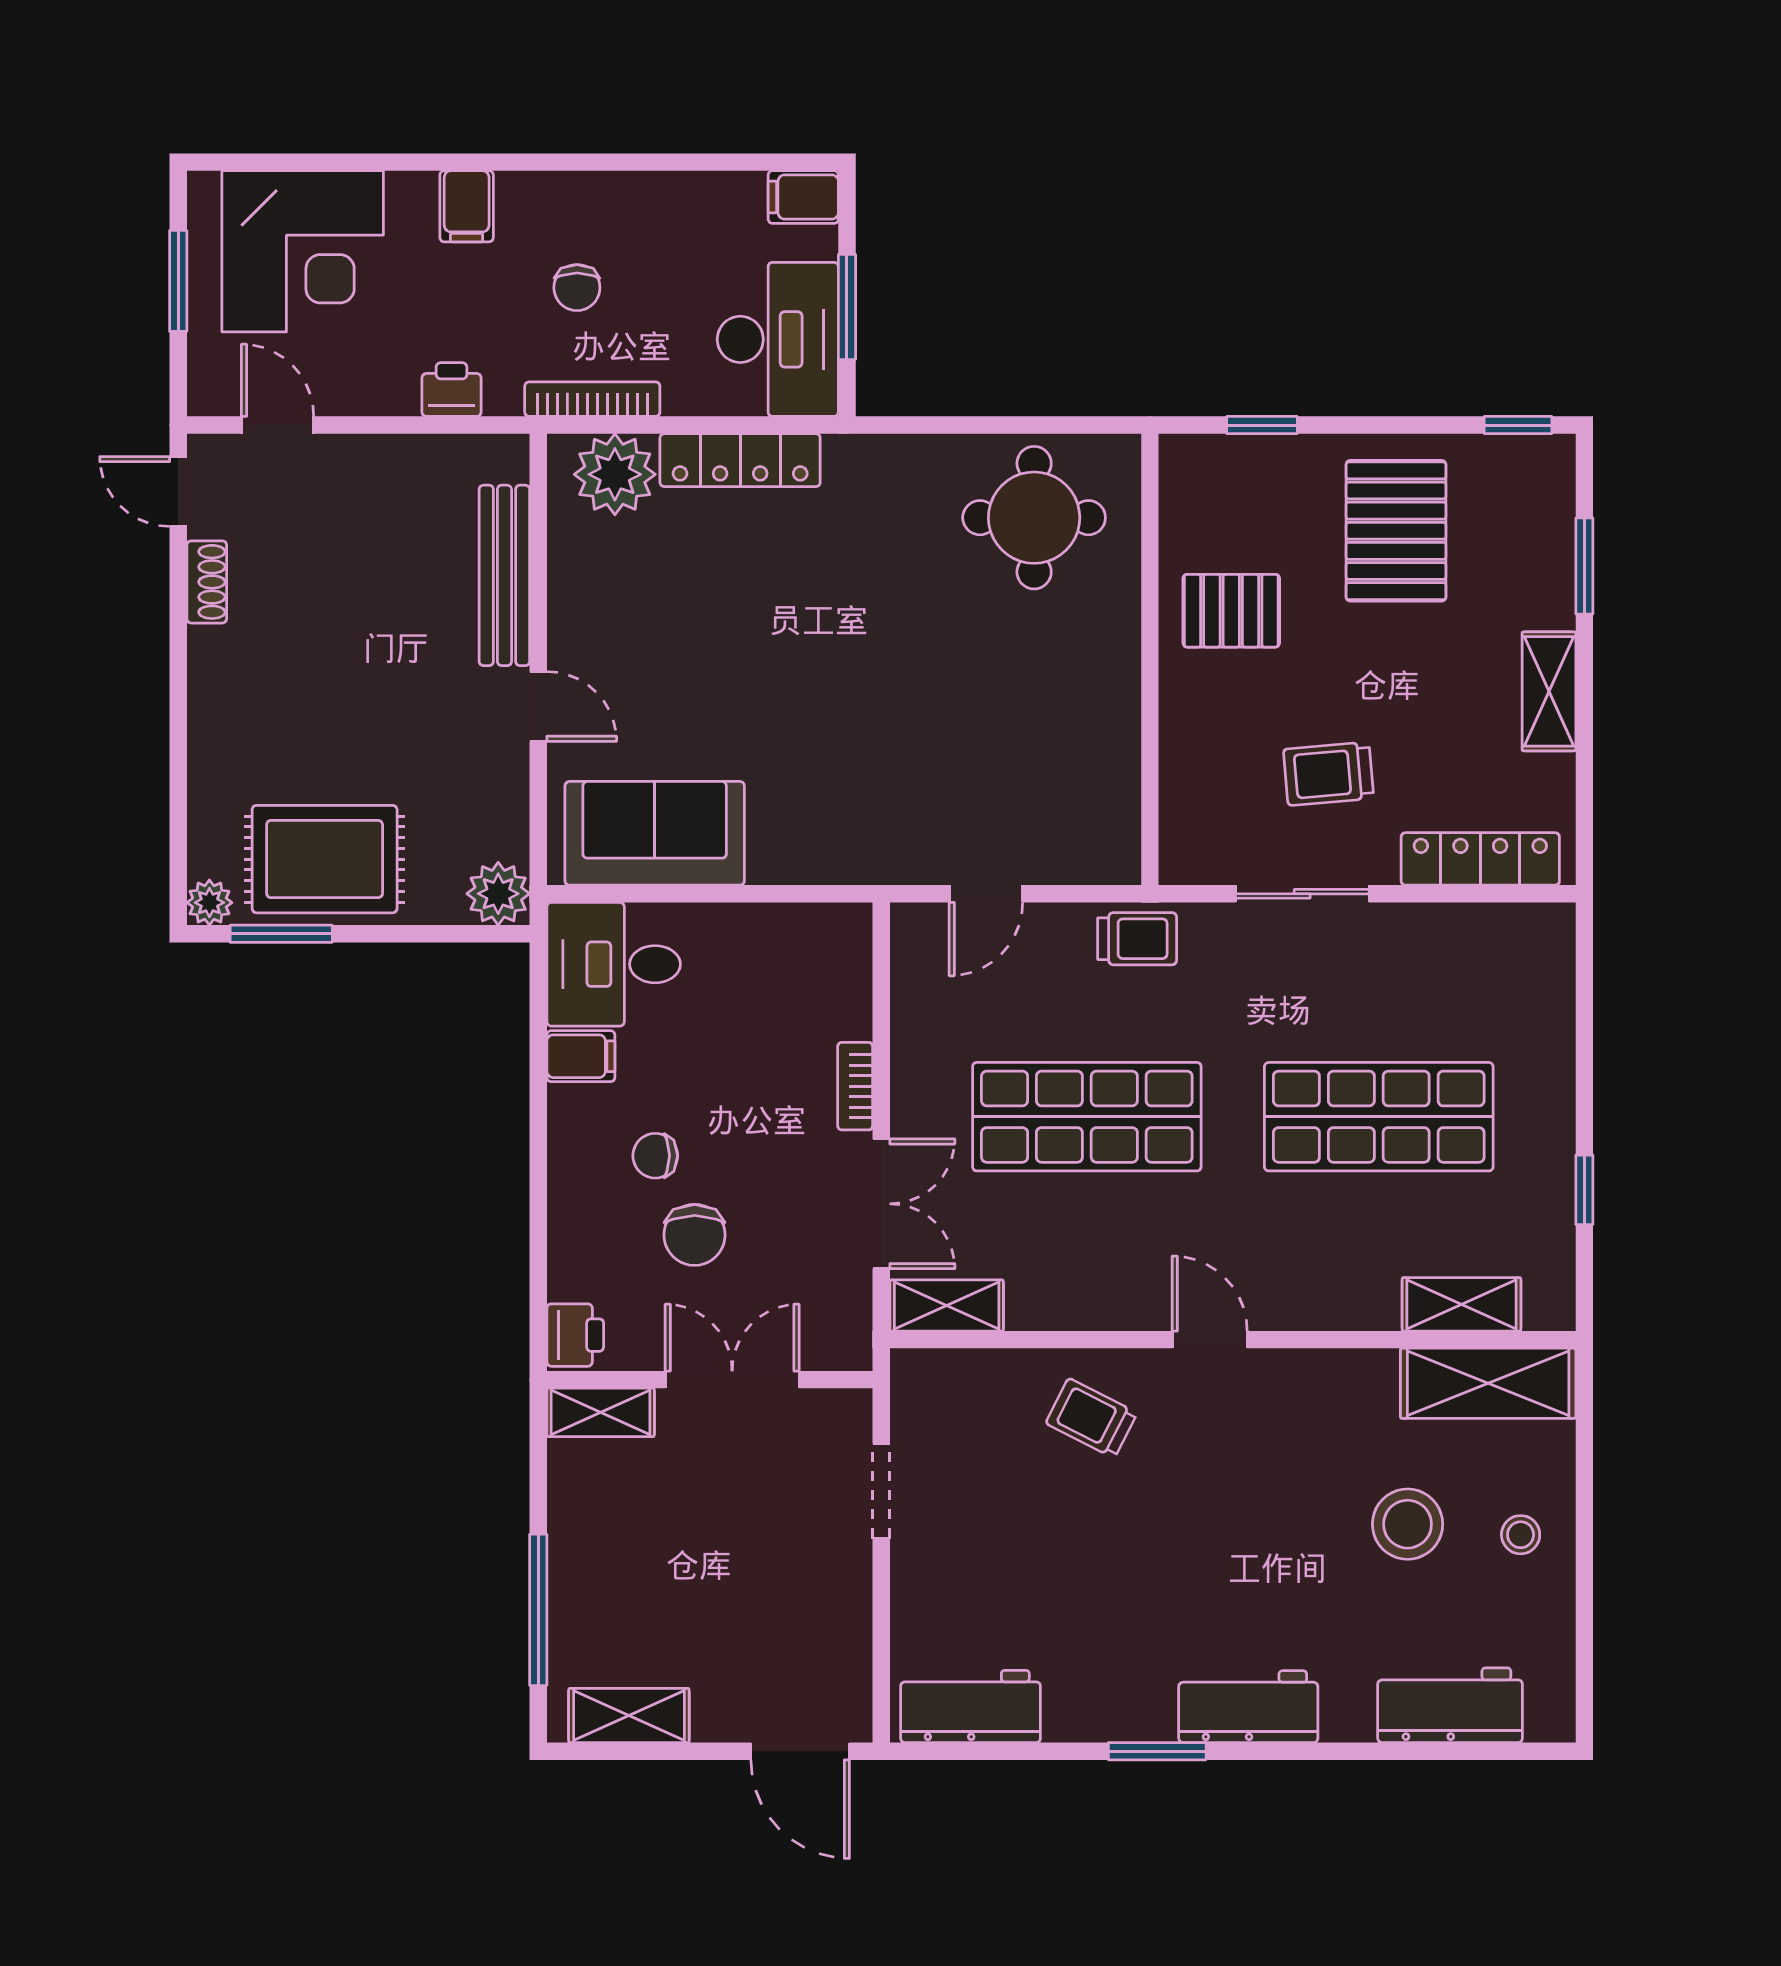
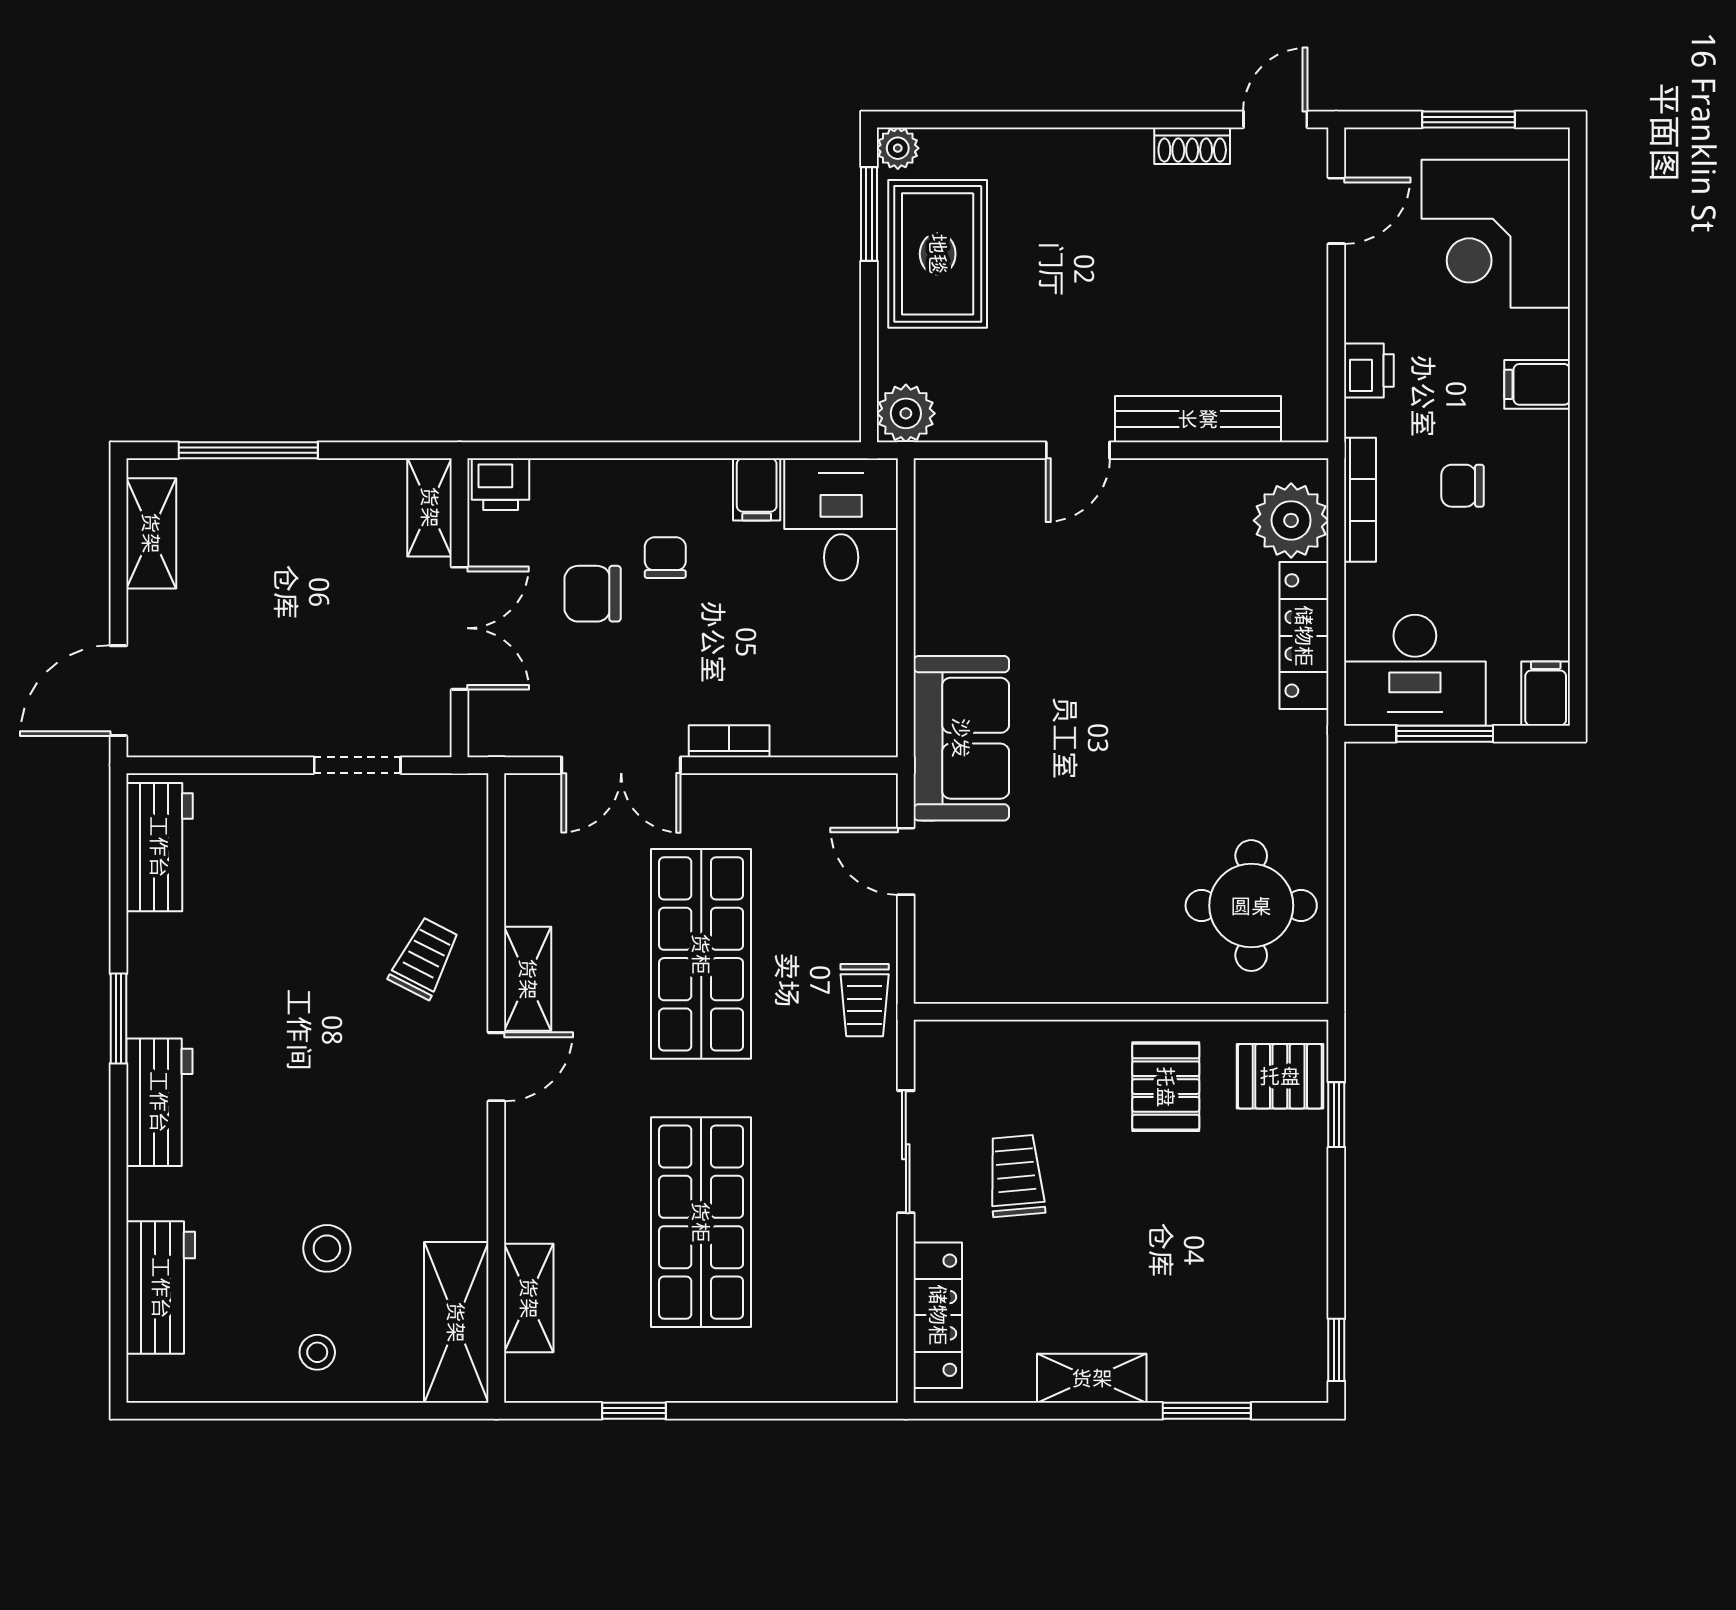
pallet: (1396, 531) -> (1280, 1076), moved, width x0.67, depth x0.71
sofa: (655, 833) -> (961, 738), moved
shelving: (947, 1306) -> (528, 979), moved
stool: (1408, 1524) -> (327, 1248), width x0.73, depth x0.73

